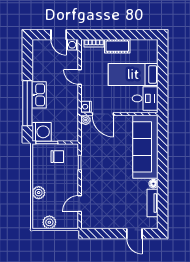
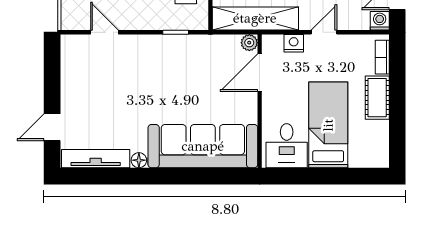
nightstand: (86, 107) -> (294, 43), moved
shelving: (72, 116) -> (255, 18), added
tv unit: (153, 203) -> (96, 159), width x1.41

